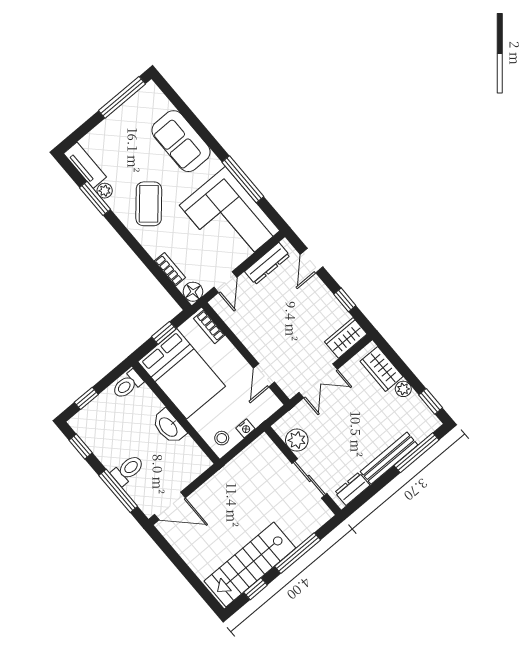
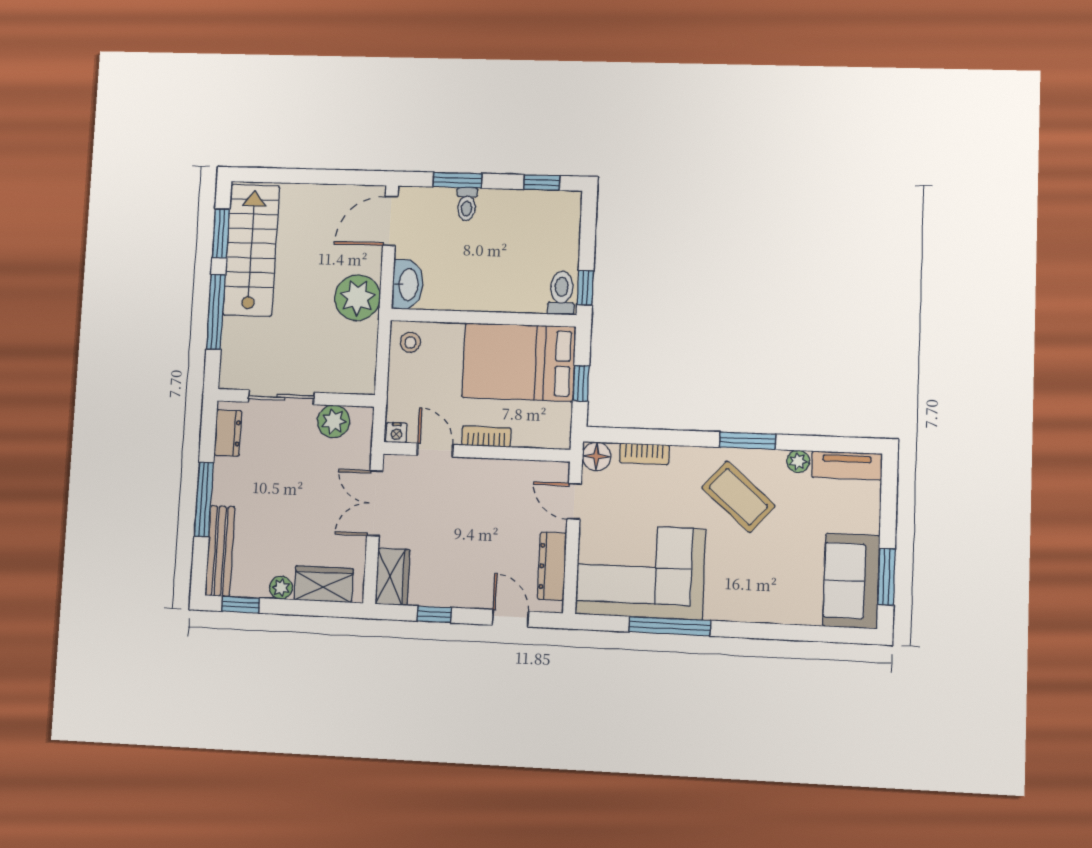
window: (122, 97) -> (886, 577), width x0.69
sofa: (181, 141) -> (851, 581), moved, turned -90
window: (95, 198) -> (748, 441), moved
bookcase: (209, 327) -> (486, 437), moved
window: (86, 398) -> (585, 288), moved
washbasin: (169, 427) -> (408, 284), moved, turned 90
nightstand: (245, 428) -> (396, 433), moved, turned -90
window: (416, 453) -> (204, 499), moved
bench: (389, 458) -> (220, 551), moved
toilet: (128, 470) -> (467, 204), width x0.73, depth x0.72
plant: (224, 486) -> (358, 298), added
window: (118, 491) -> (457, 180), width x0.69
window: (256, 589) -> (221, 233), width x1.50

